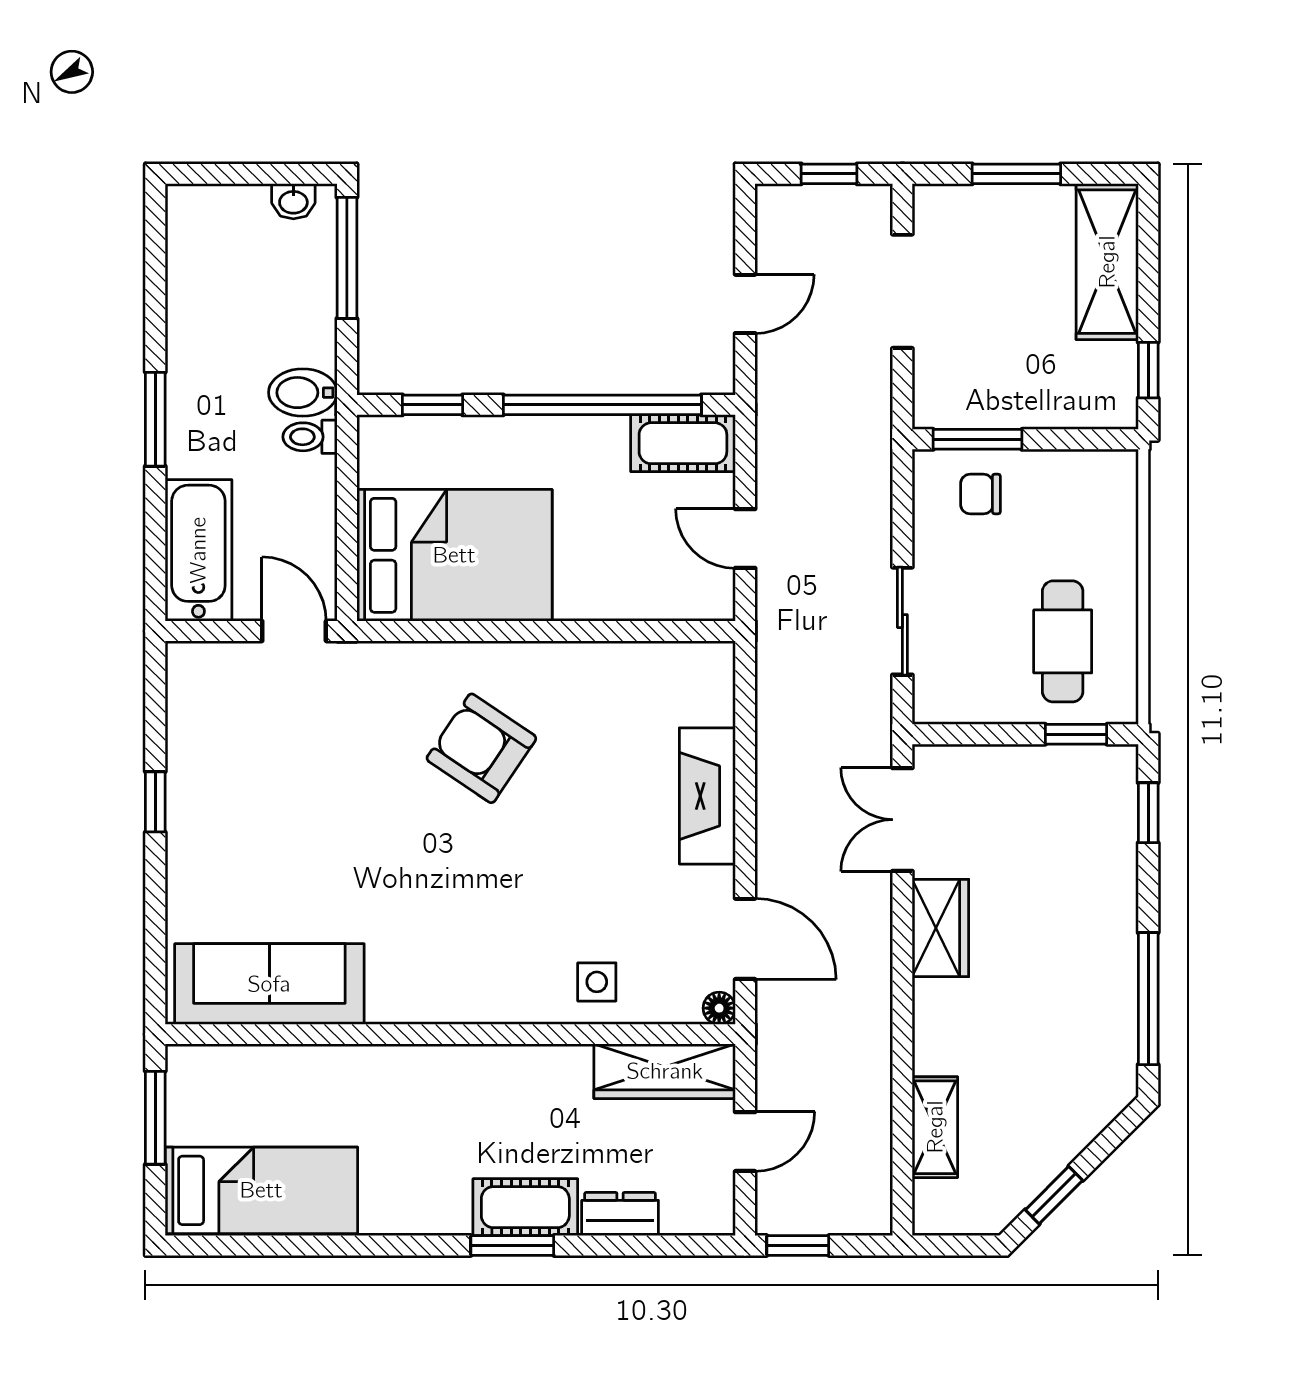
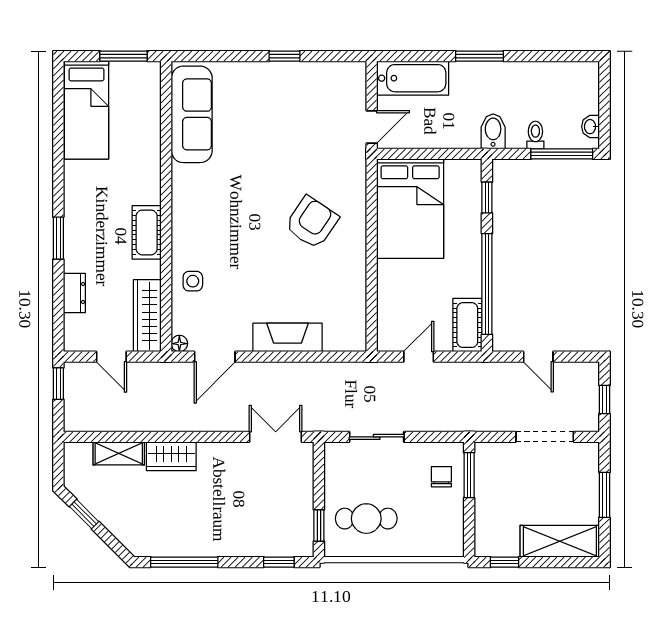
toilet: (310, 437) -> (535, 135), moved
wardrobe: (940, 928) -> (171, 456), moved
cot: (525, 1207) -> (147, 232), moved

